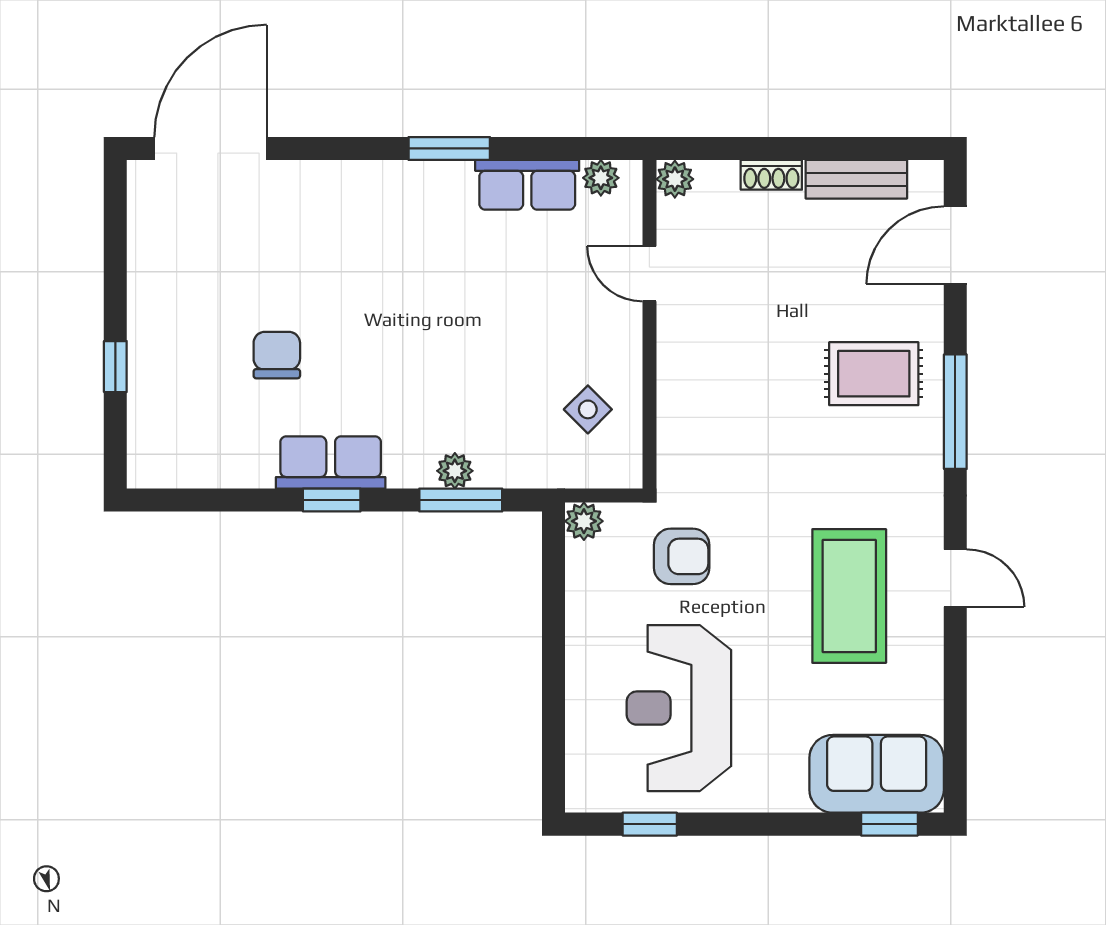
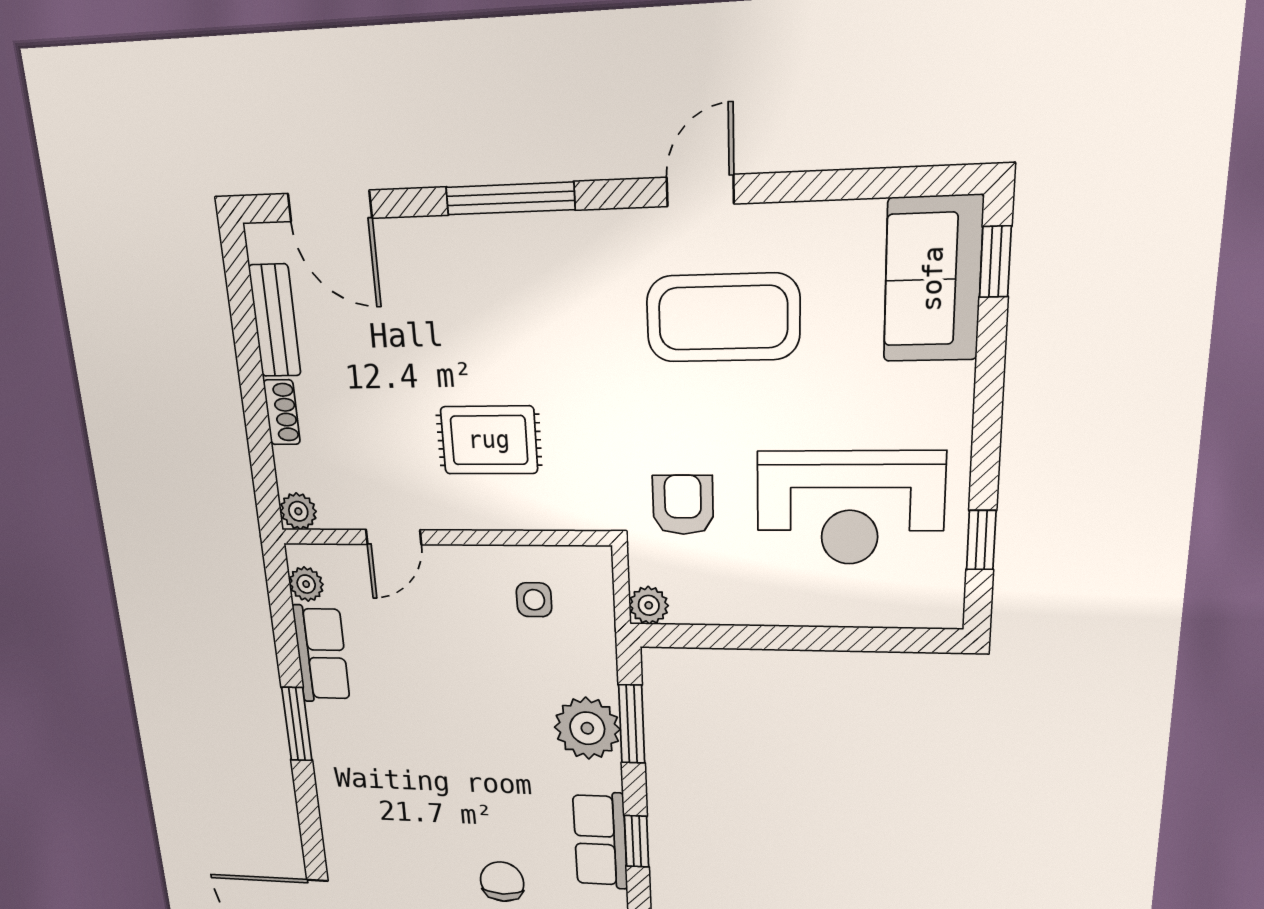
chair: (277, 355) -> (502, 882), turned 90
rug: (874, 374) -> (489, 440), moved, turned 90
side table: (588, 409) -> (534, 600), turned 45
plant: (455, 471) -> (587, 728), width x1.87, depth x1.87

